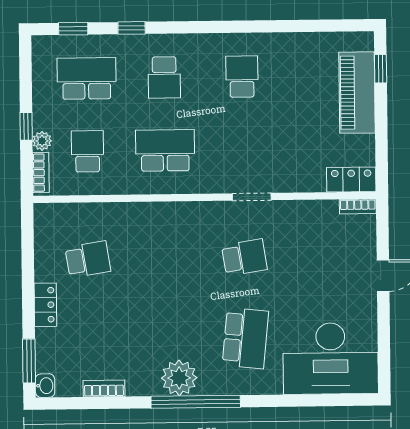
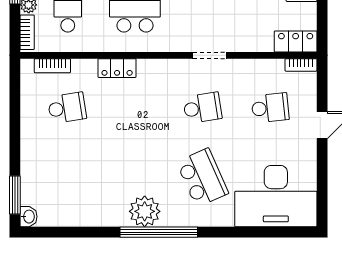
school desk: (323, 256) -> (270, 108), added
locker: (45, 305) -> (117, 68), moved, turned 90
school desk: (245, 338) -> (202, 178), turned -30
bookcase: (104, 389) -> (52, 66), moved, turned 180

